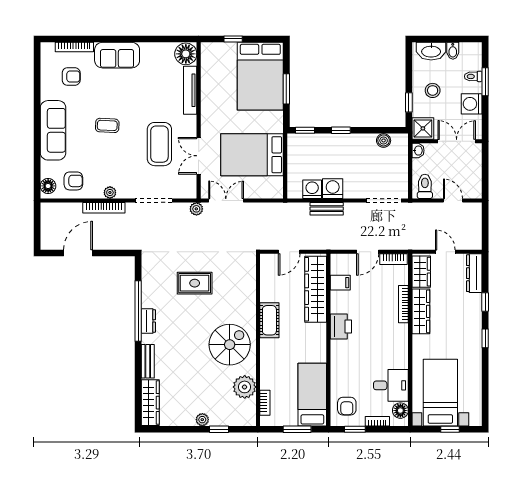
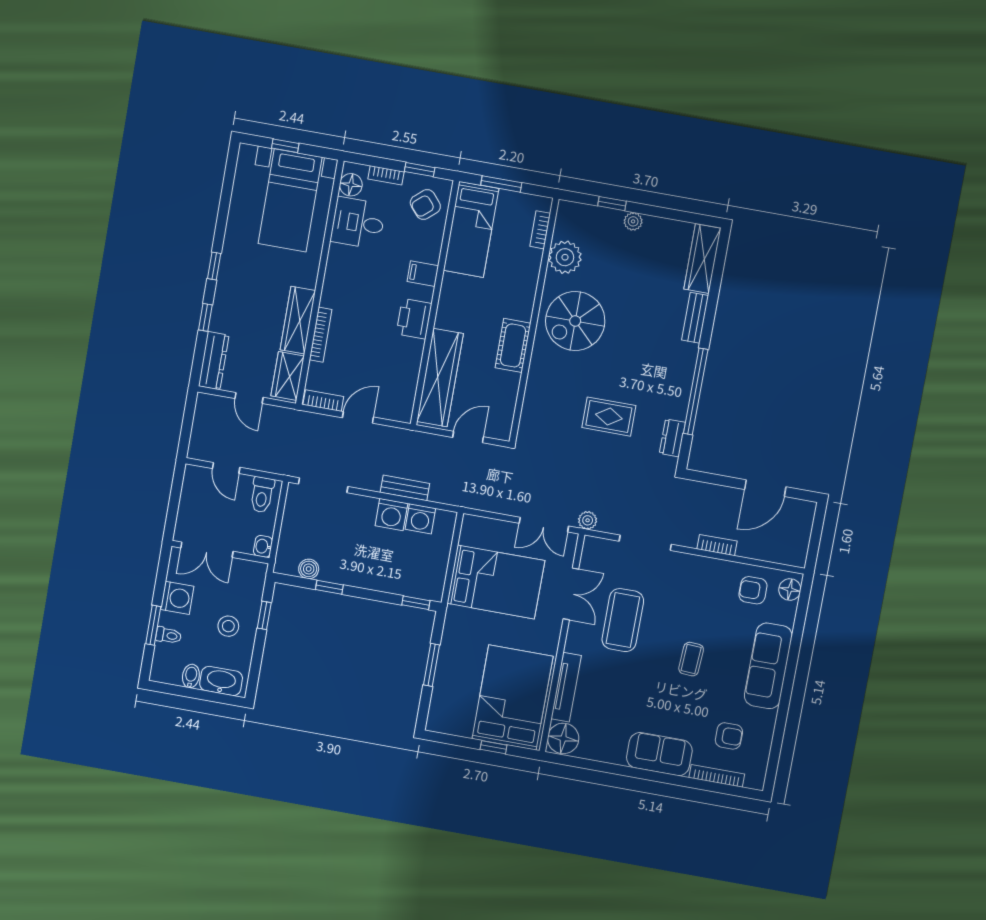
armchair: (71, 76) -> (729, 736), turned 180
bed: (260, 76) -> (512, 698), moved
coffee table: (107, 125) -> (691, 659), turned 90
shower: (423, 128) -> (251, 576), removed
window: (341, 130) -> (329, 587), moved
plant: (110, 193) -> (705, 565), removed
bookcase: (104, 208) -> (717, 545), width x0.64
filing cabinet: (340, 283) -> (423, 274), moved
dresser: (148, 321) -> (672, 438), moved
armchair: (347, 406) -> (425, 205), turned -131

